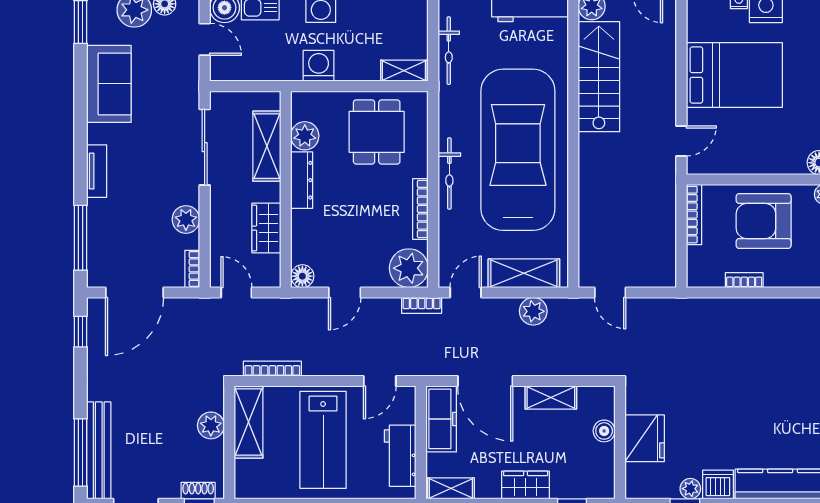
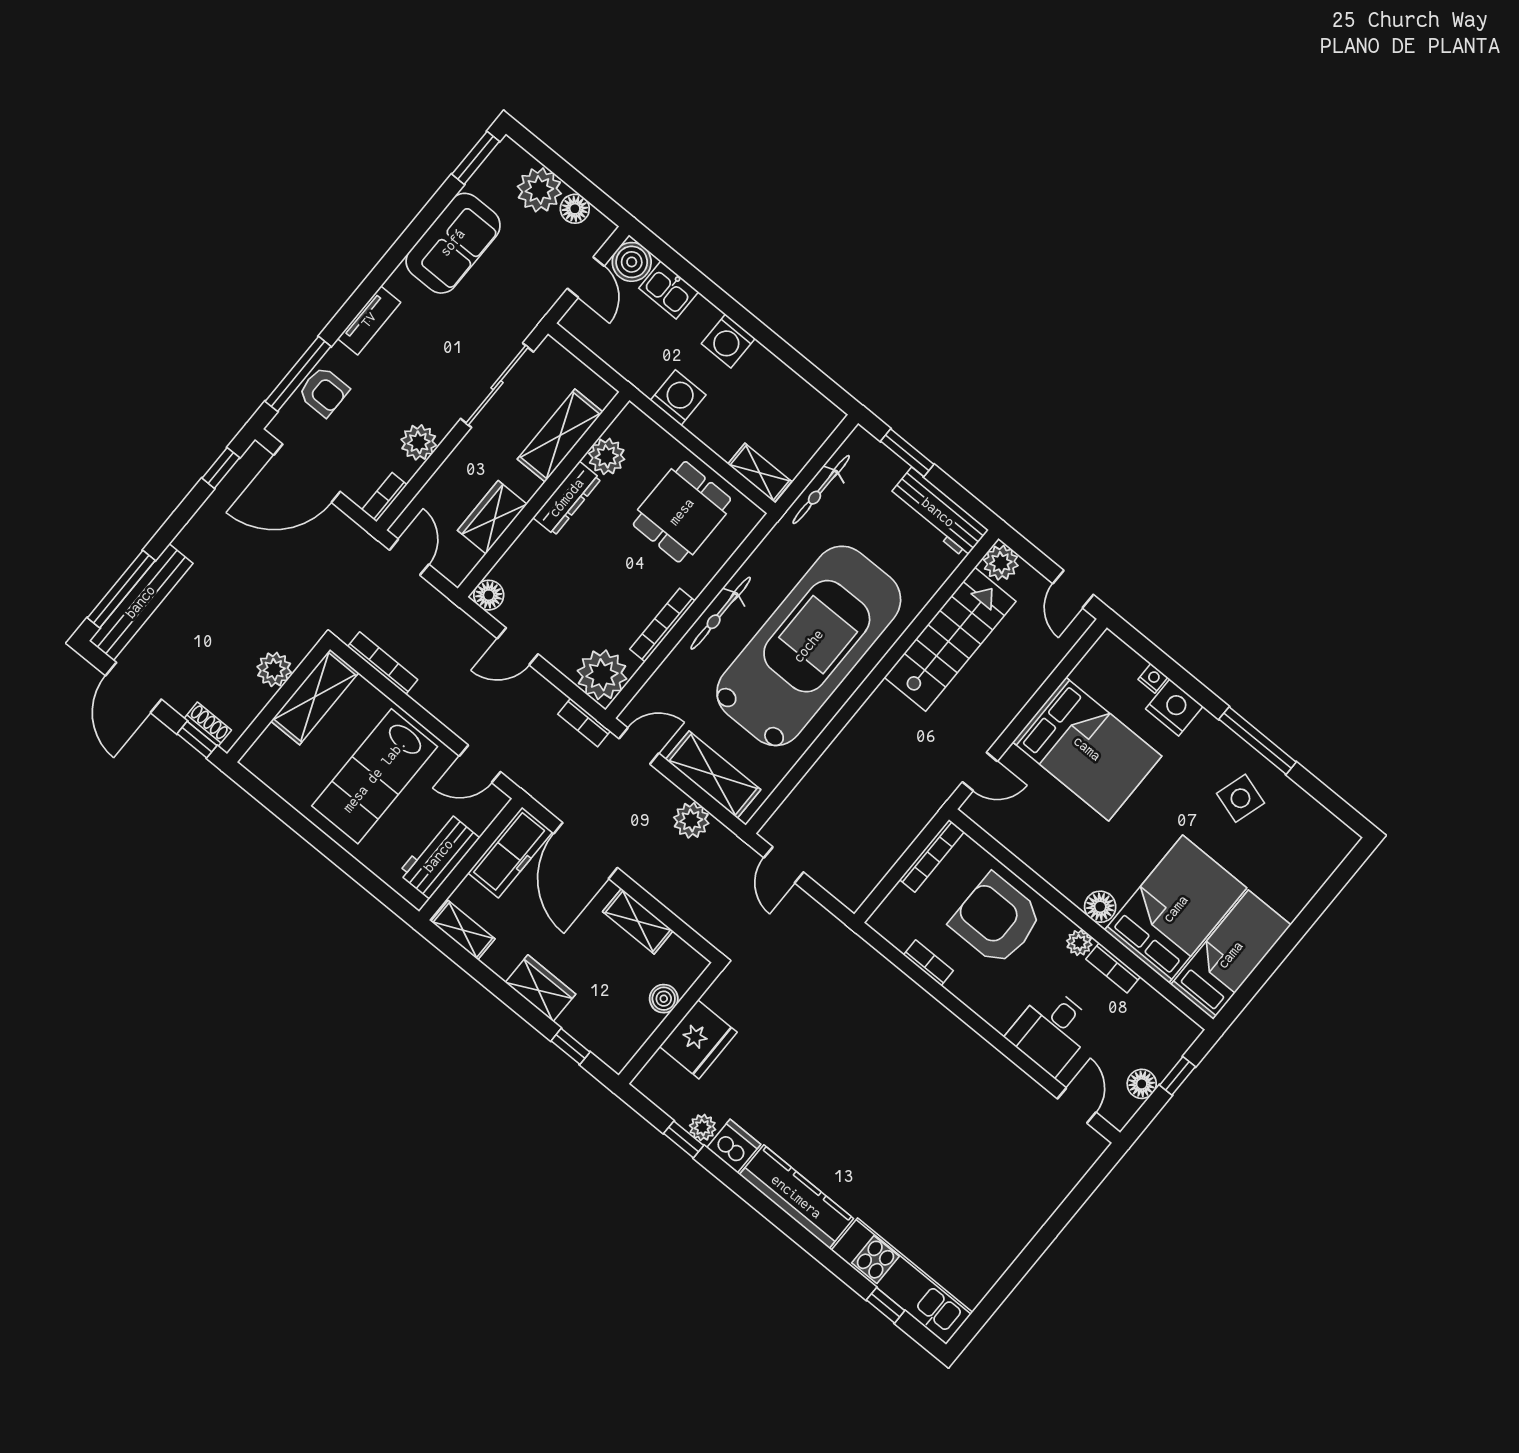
armchair: (104, 236) -> (324, 392), added

